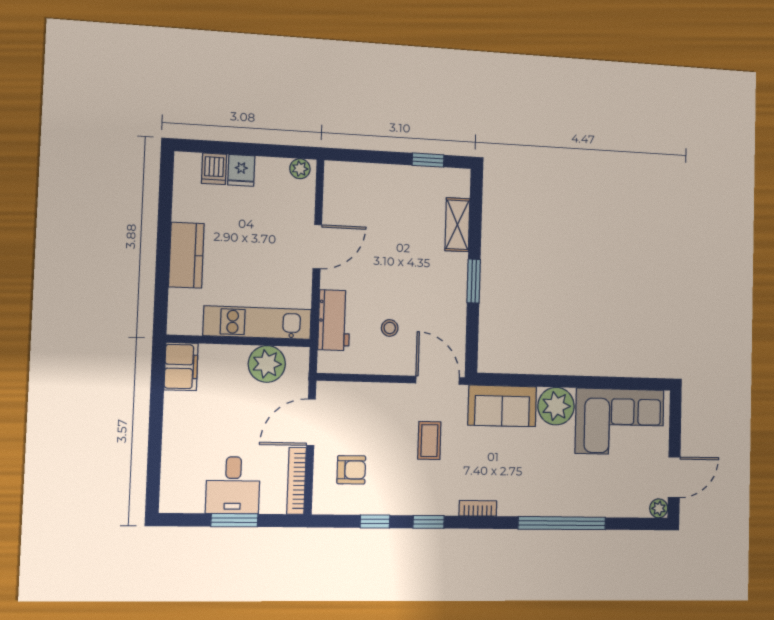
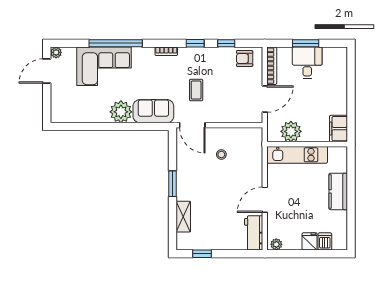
workbench: (334, 320) -> (254, 233), moved
corner sofa: (620, 422) -> (104, 66), moved, turned 180
armchair: (351, 470) -> (245, 58), moved

